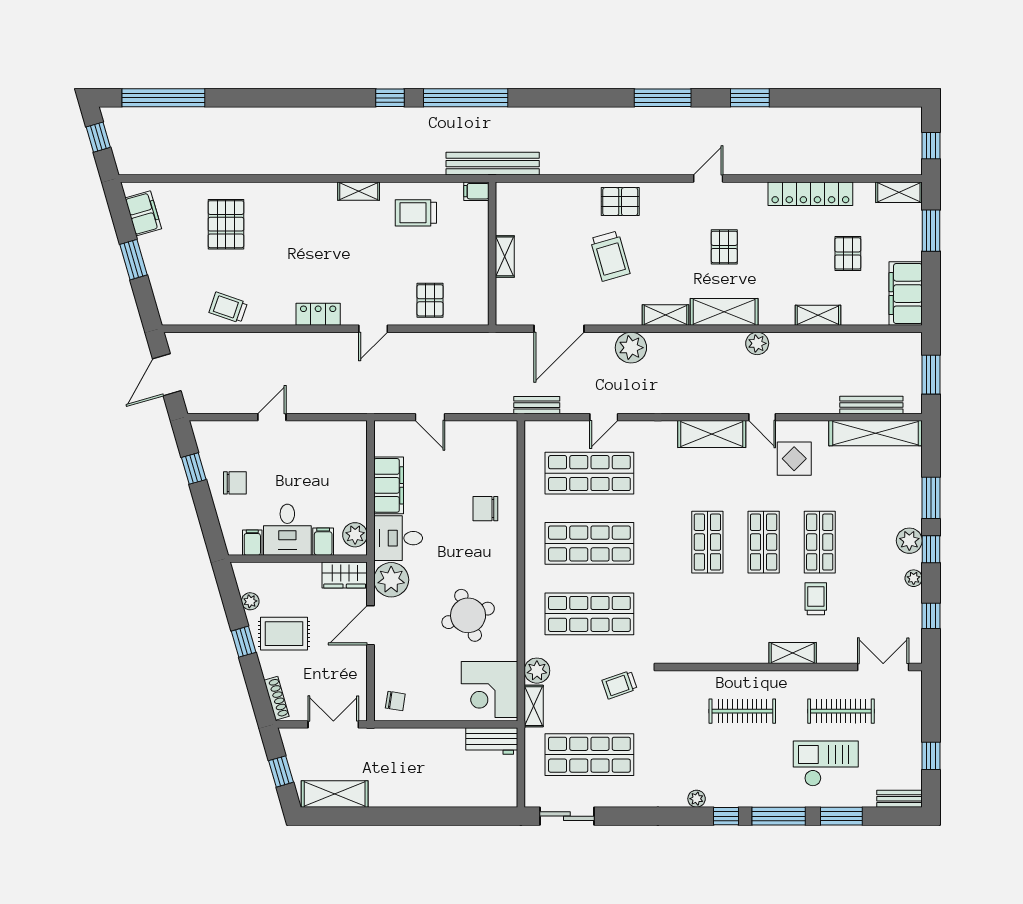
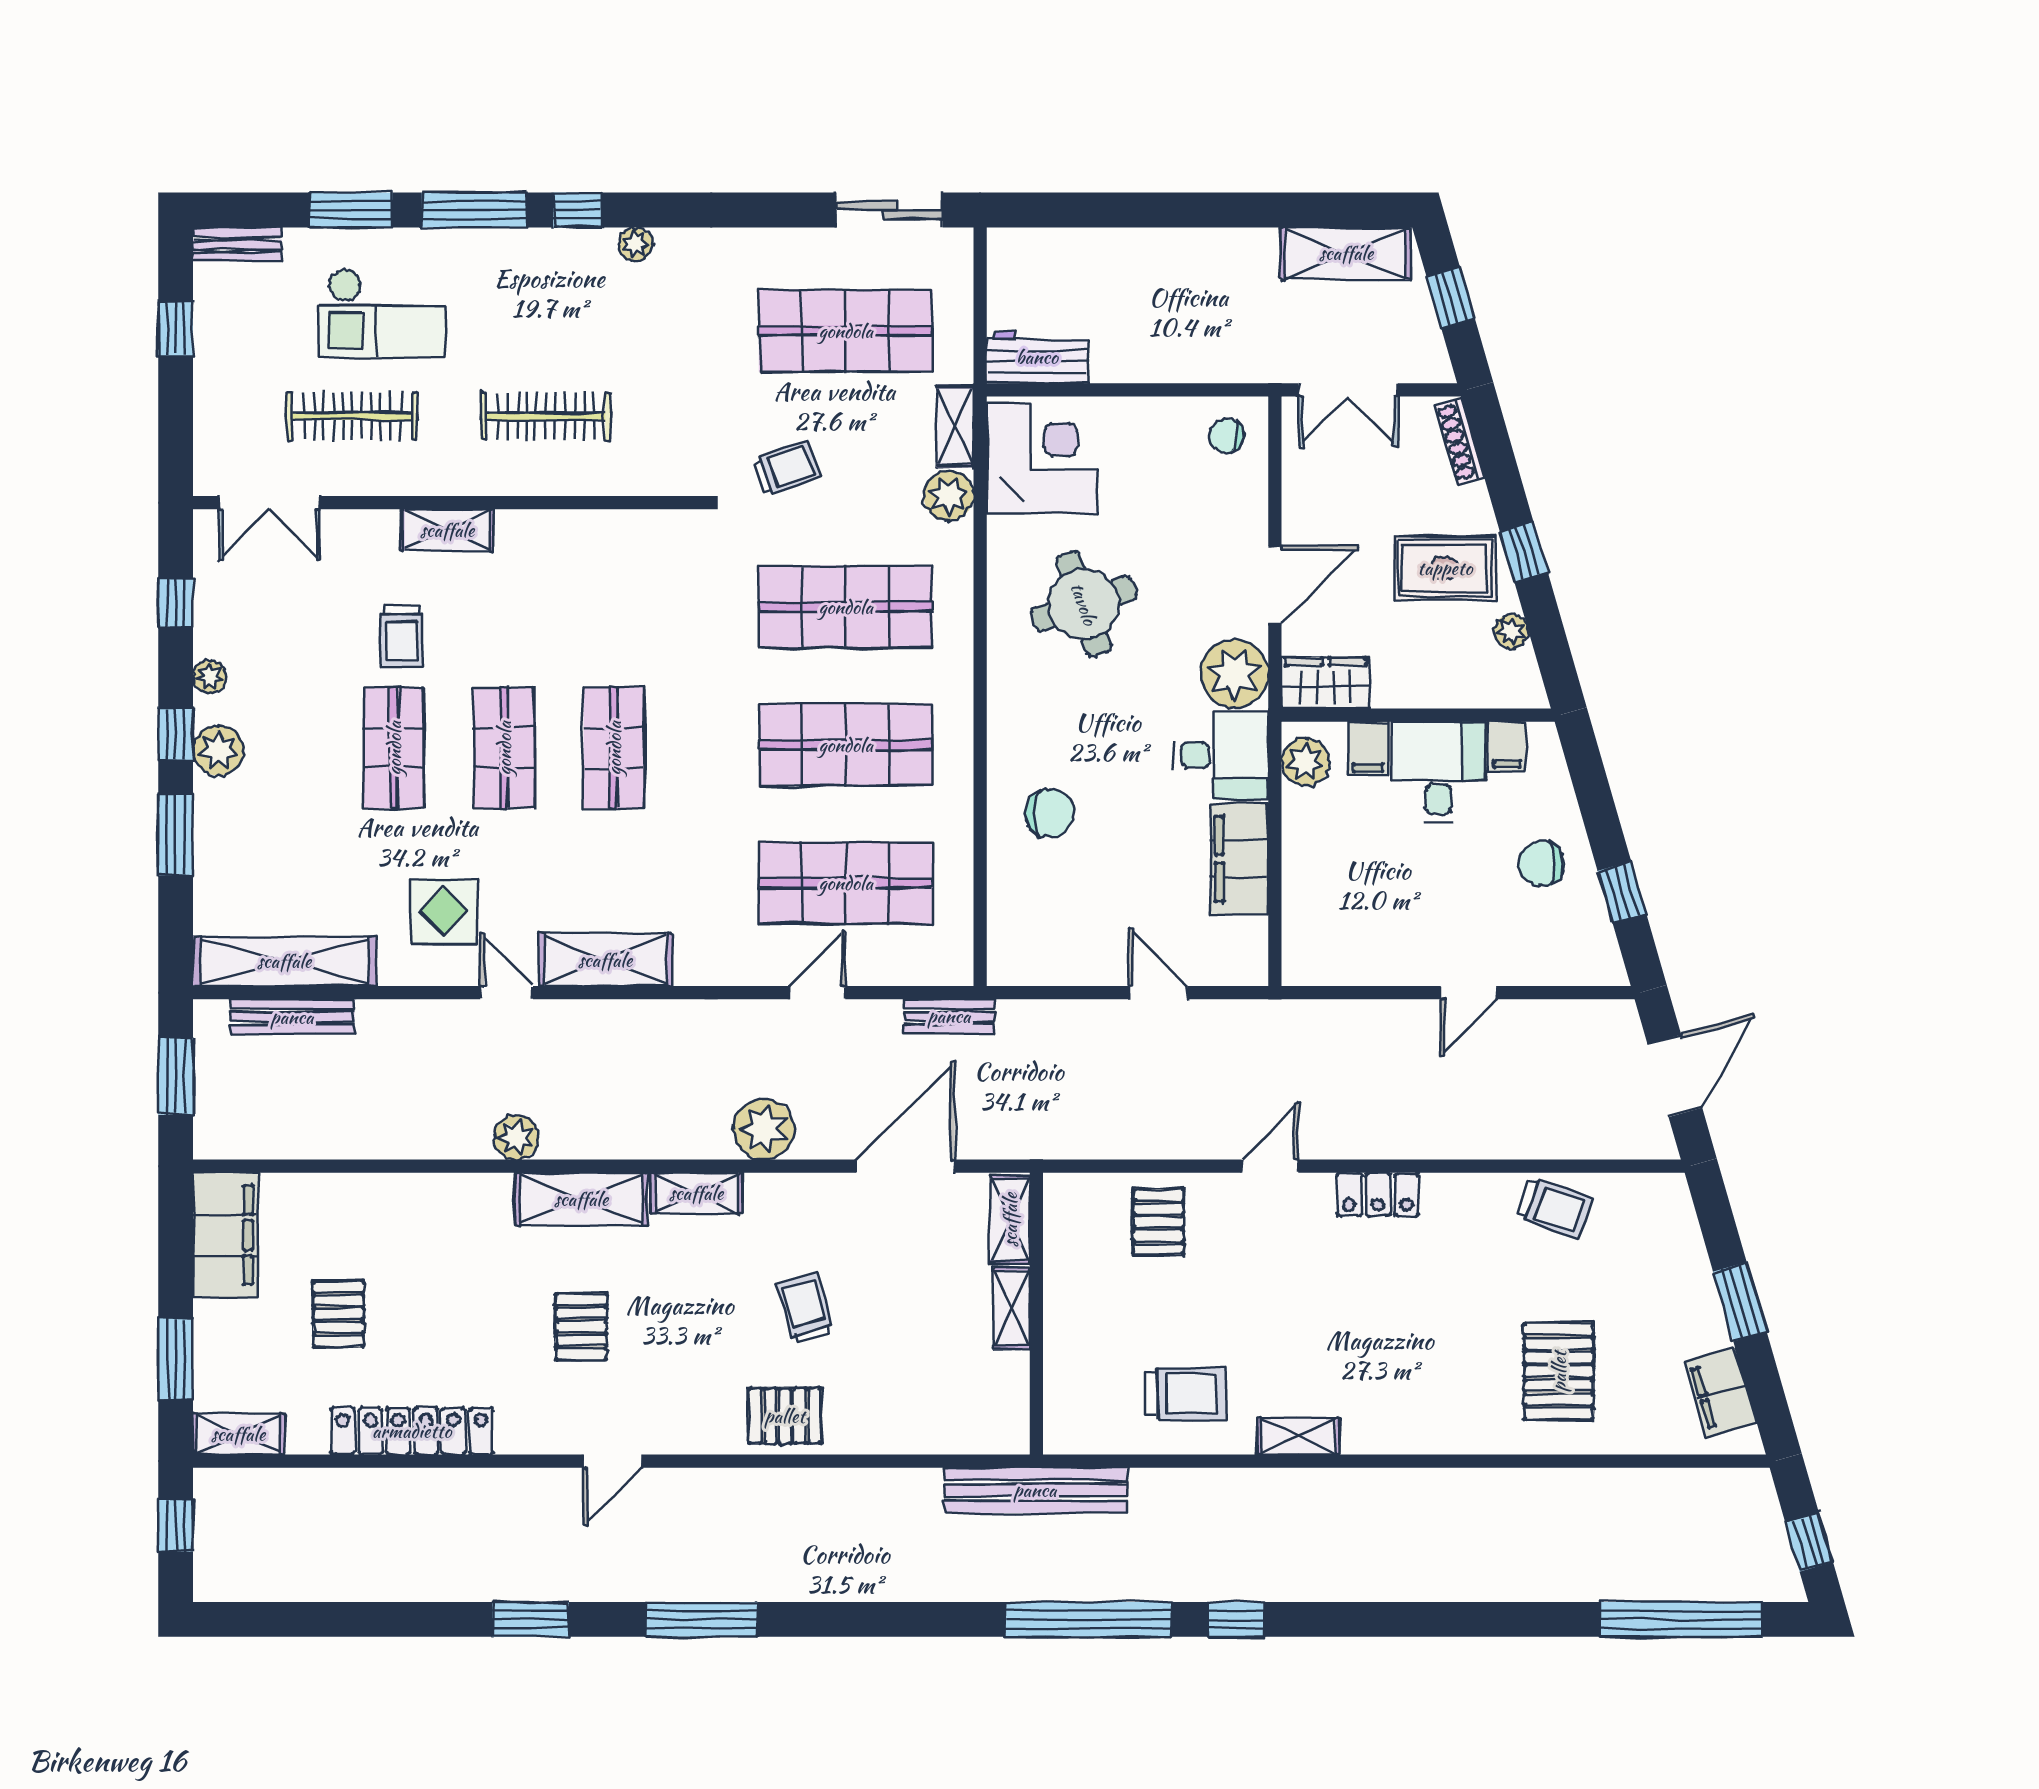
filing cabinet: (476, 191) -> (1067, 1436), removed
trolley: (610, 256) -> (805, 1309), width x0.73, depth x0.72
shelving: (818, 315) -> (1010, 1220), moved, turned 90

